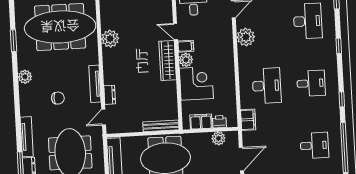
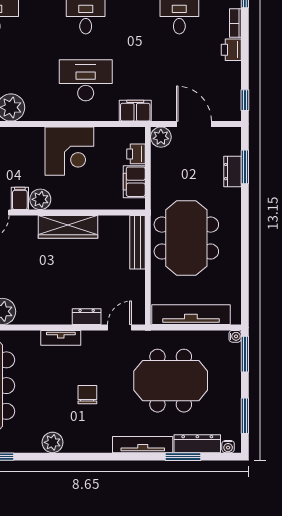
wardrobe: (168, 60) -> (68, 227), moved
corner desk: (196, 83) -> (69, 151), moved, turned 180
tv unit: (95, 84) -> (61, 338), width x0.71
door: (104, 117) -> (120, 327), swing flipped
plant: (218, 138) -> (161, 137), moved

